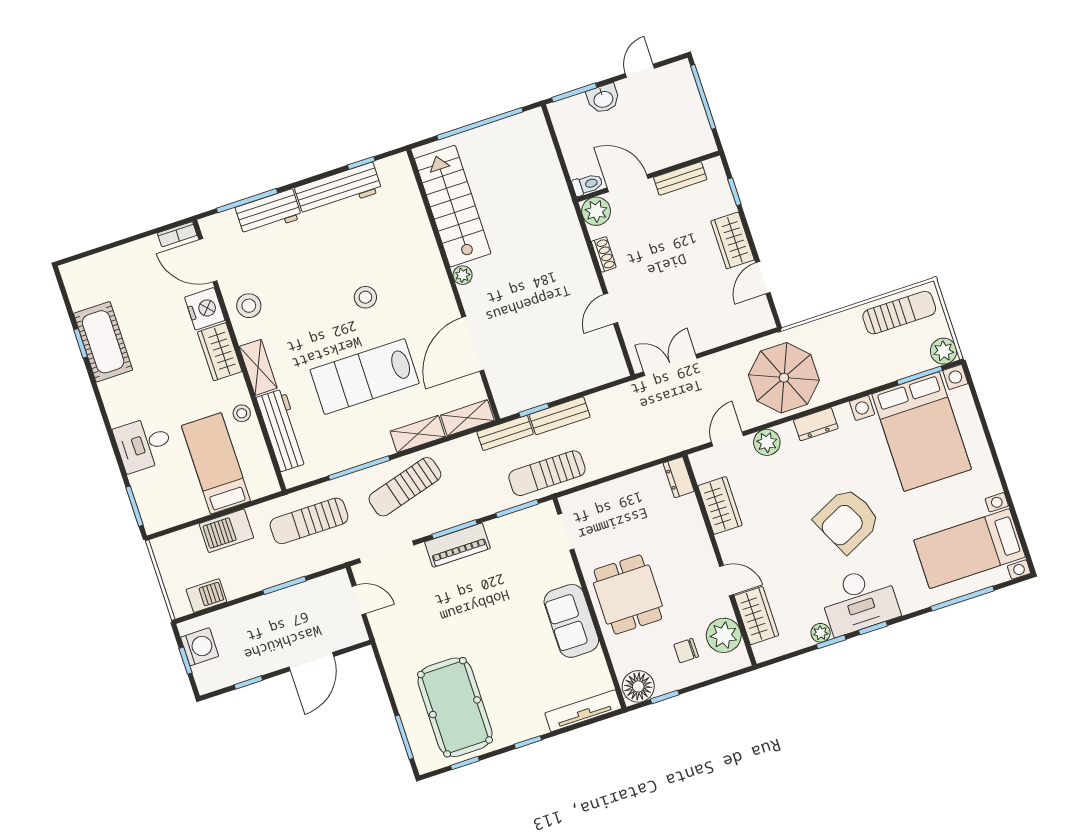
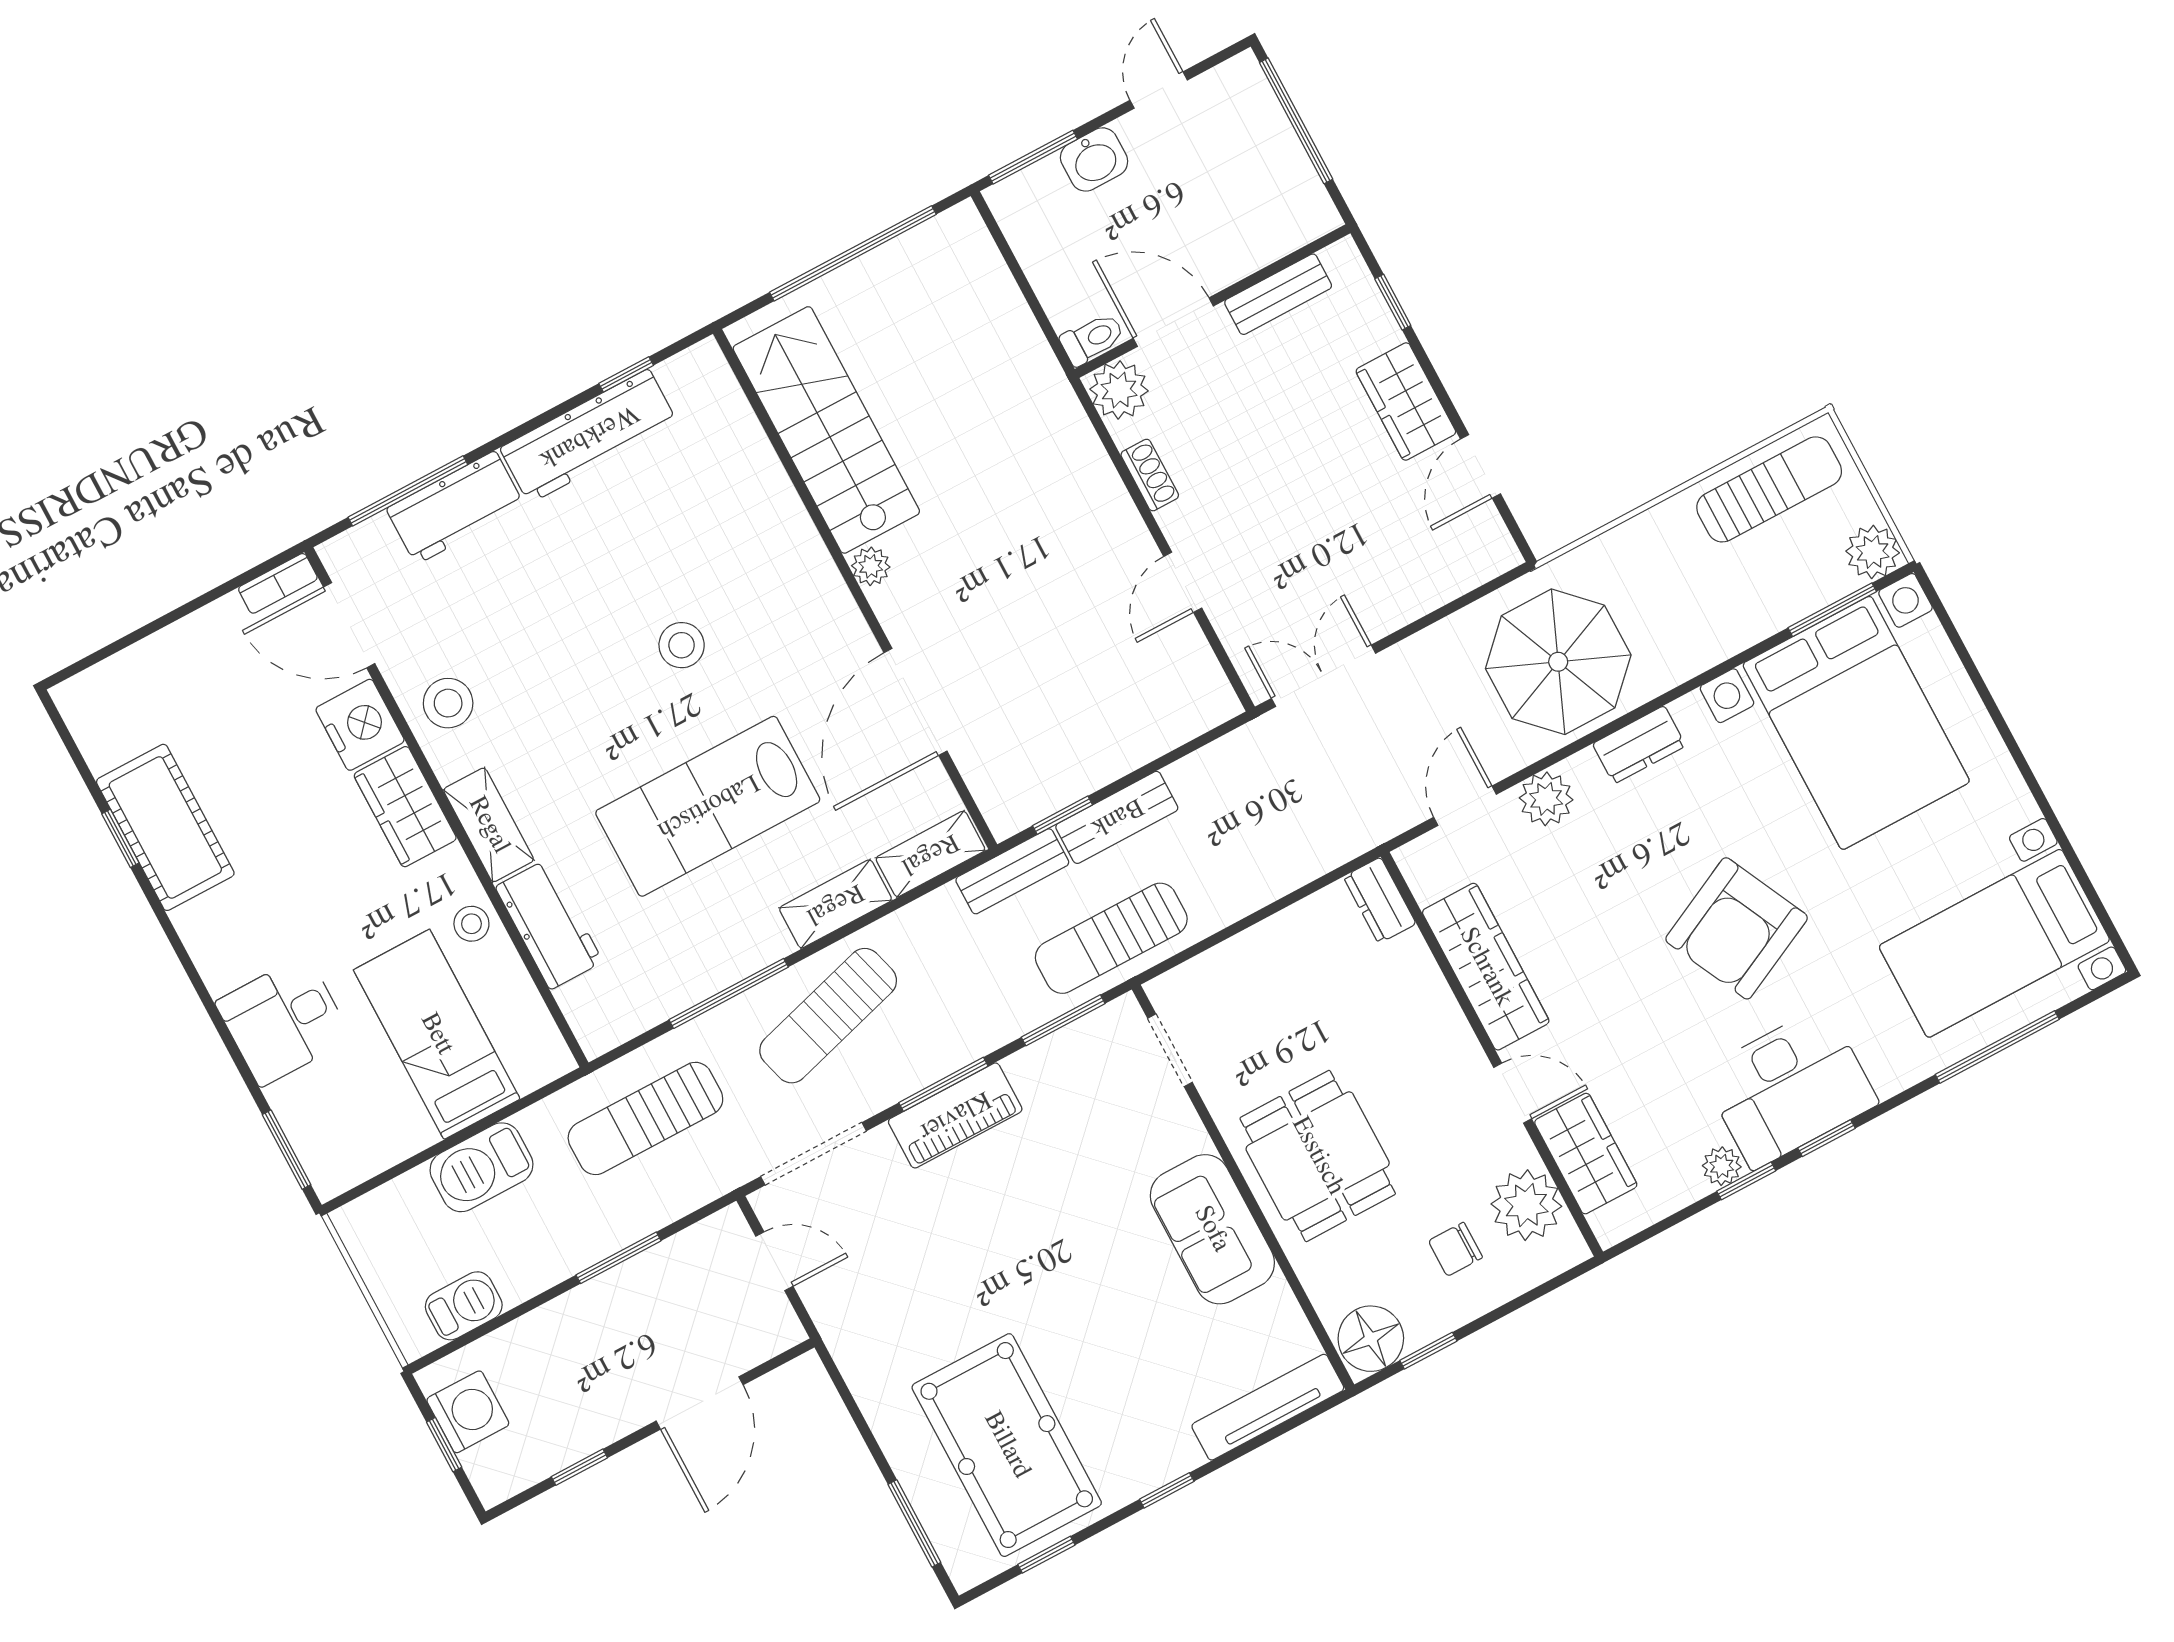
workbench: (282, 430) -> (549, 924), width x0.73
wardrobe: (720, 505) -> (1486, 967), width x1.50

